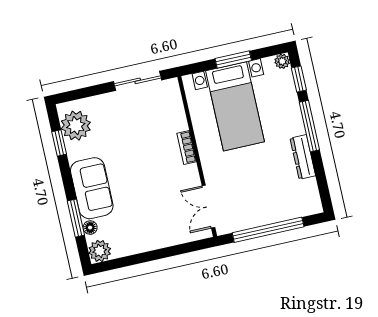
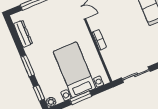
window: (309, 126) -> (28, 66), width x0.69
dresser: (303, 157) -> (23, 34), moved

